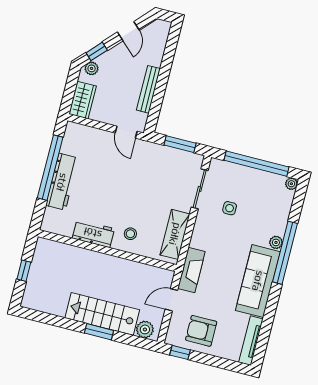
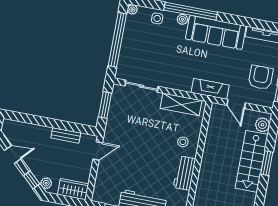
bench: (148, 89) -> (66, 135), width x0.73
side table: (230, 208) -> (157, 18), moved
armchair: (201, 331) -> (261, 77), turned 180

